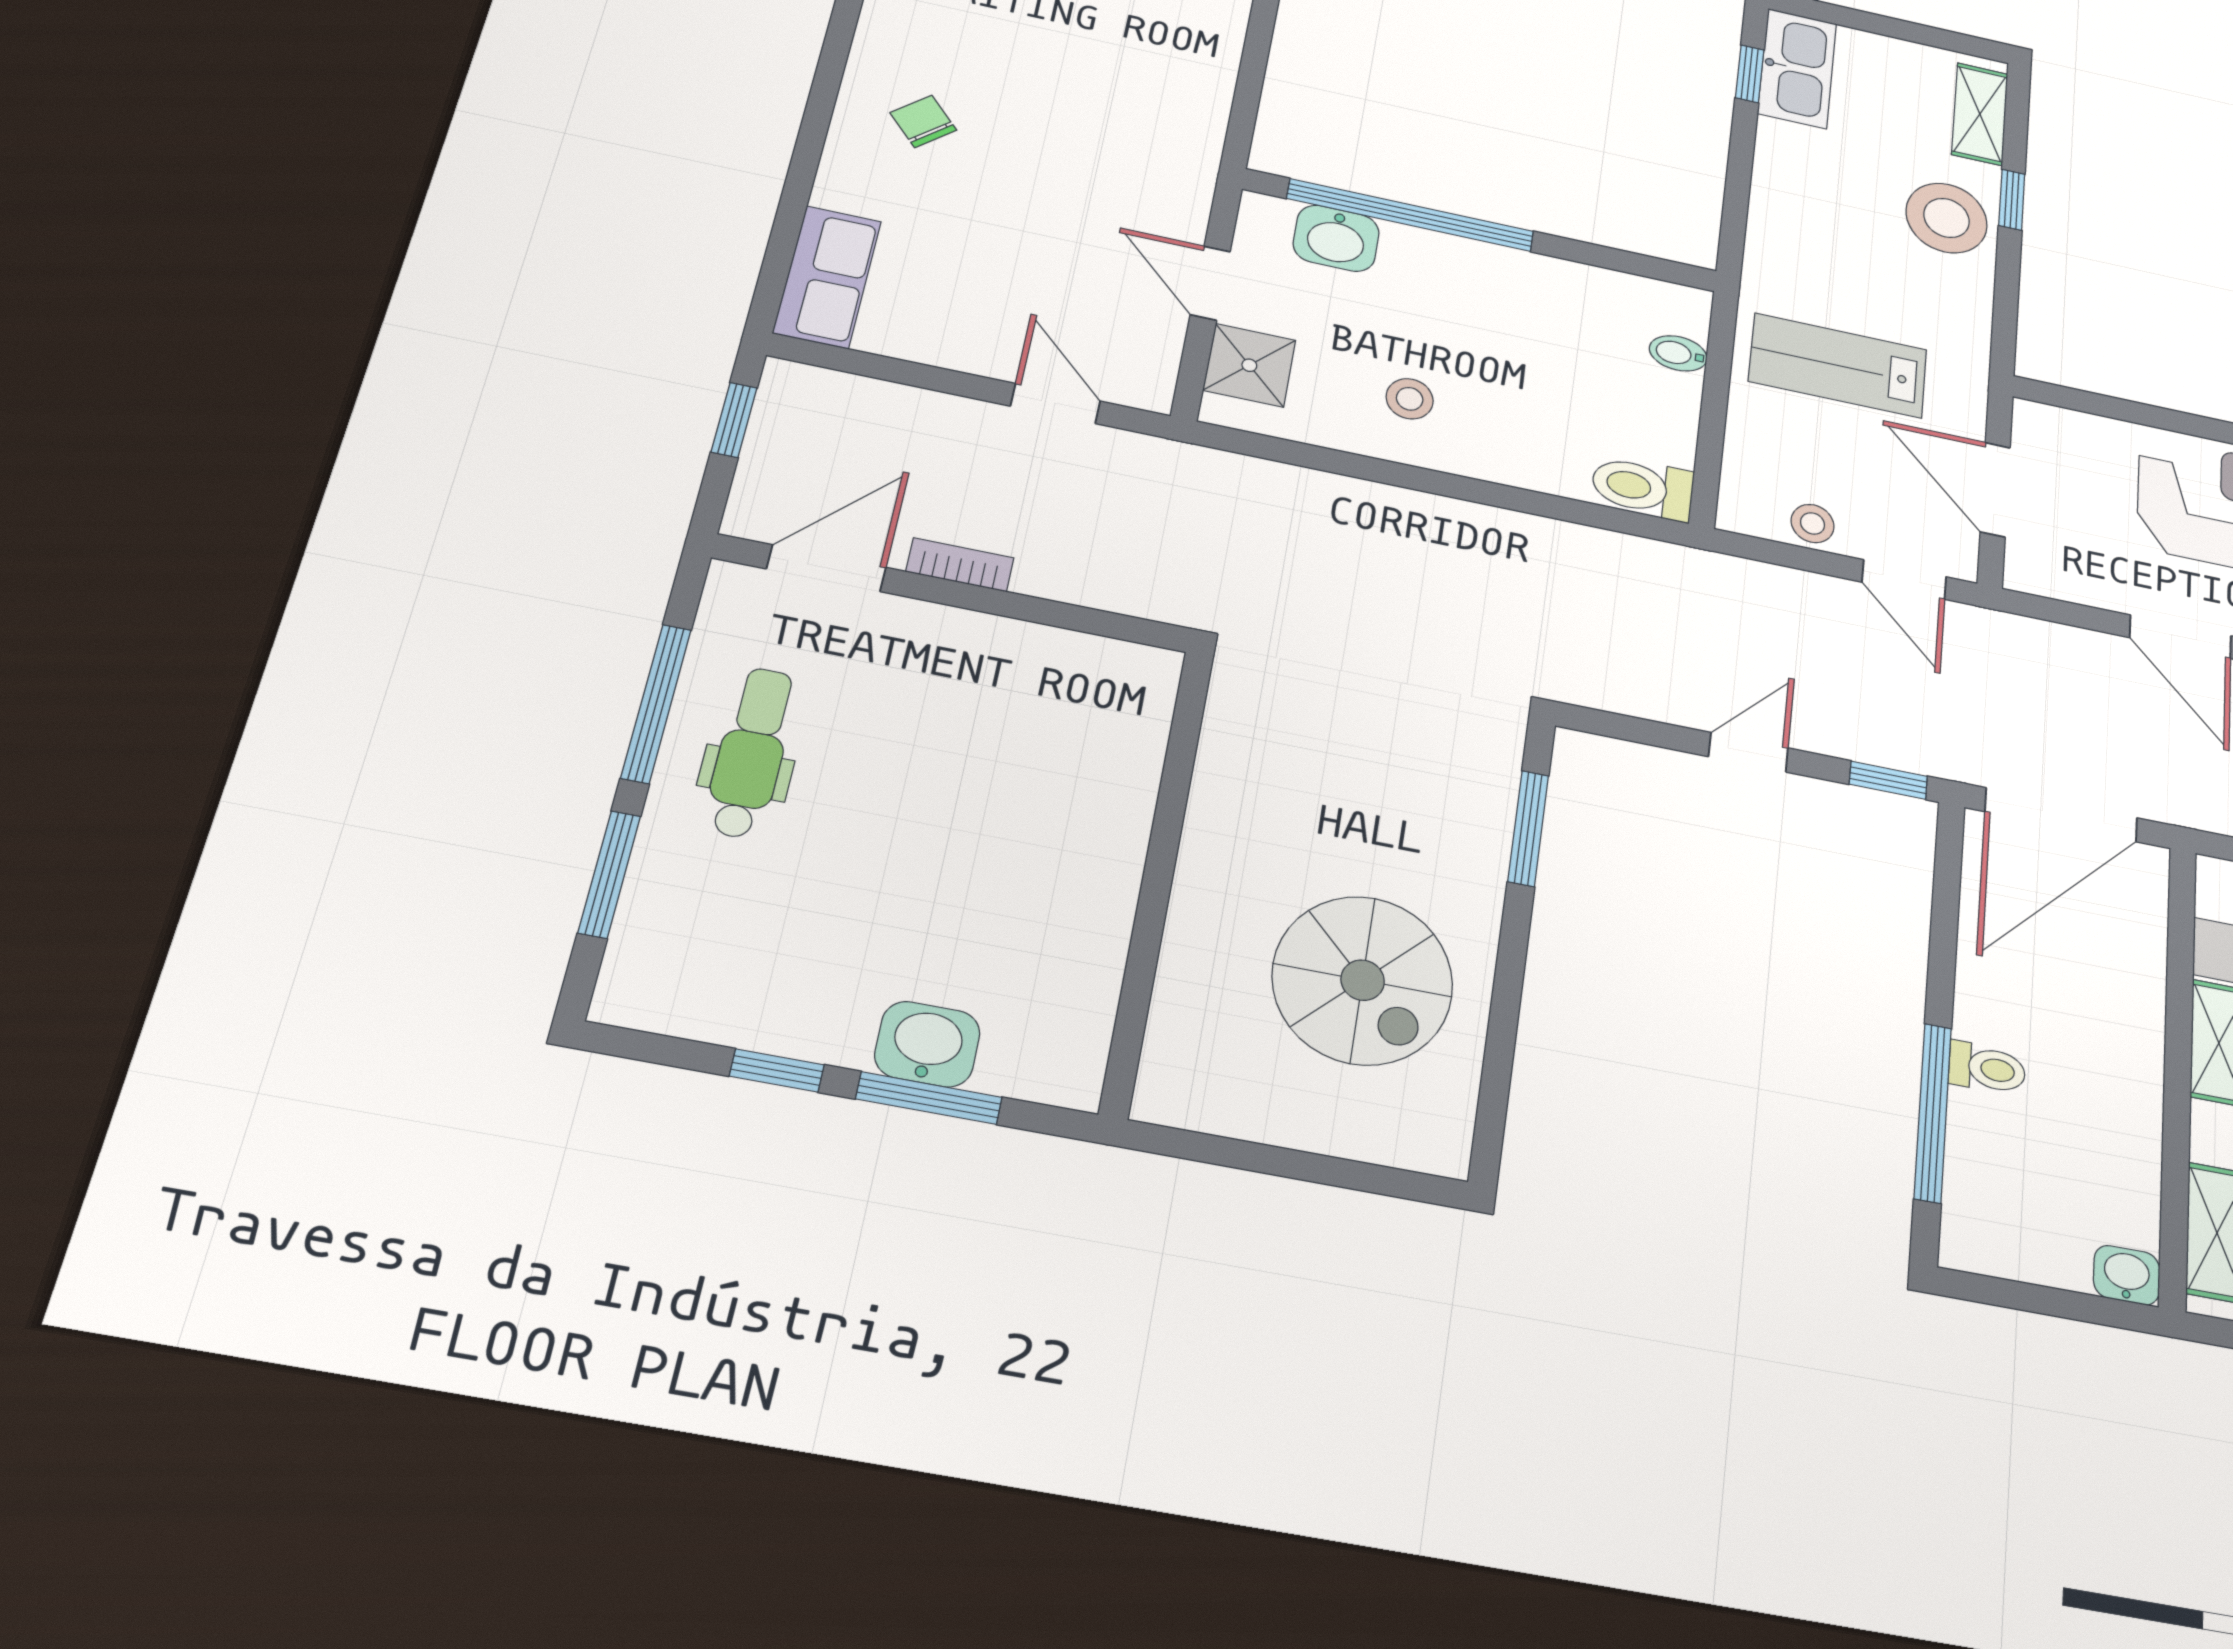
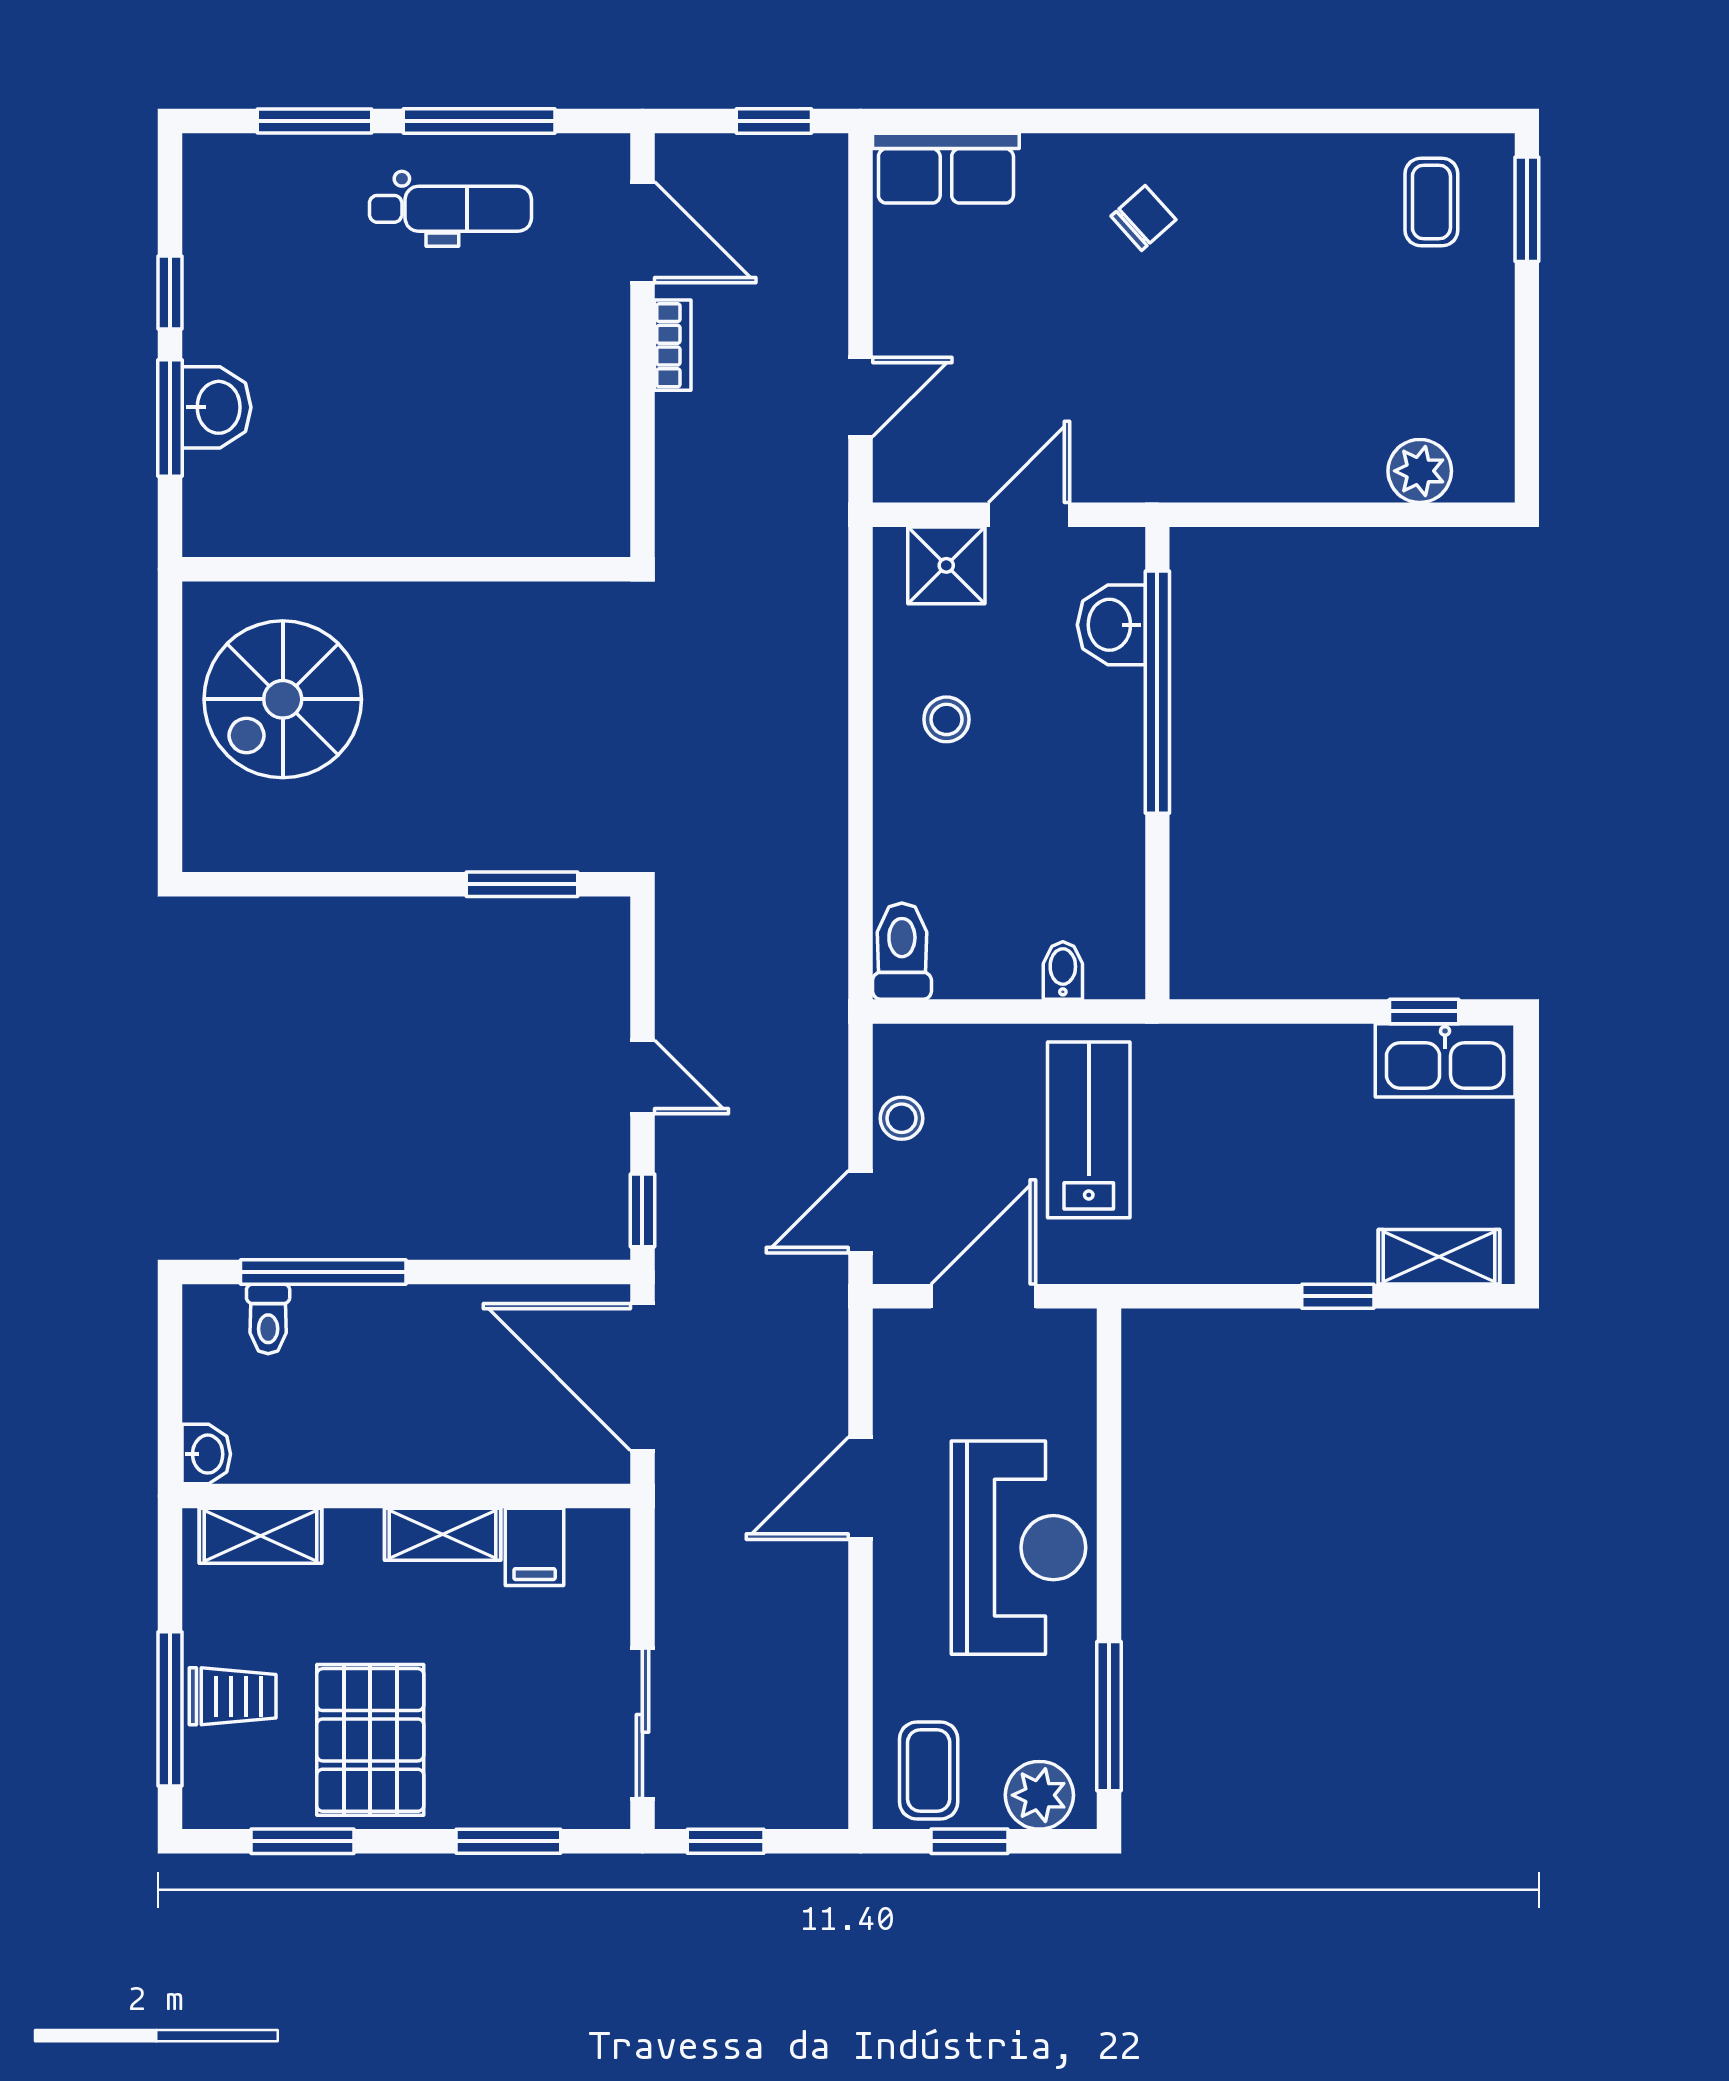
stool: (1947, 218) -> (1297, 1229), removed
spiral stairs: (1363, 980) -> (283, 699), moved
toilet: (1987, 1068) -> (268, 1319), moved

